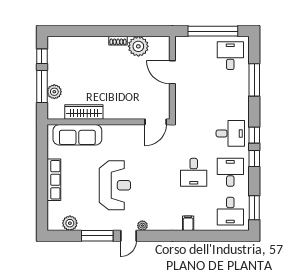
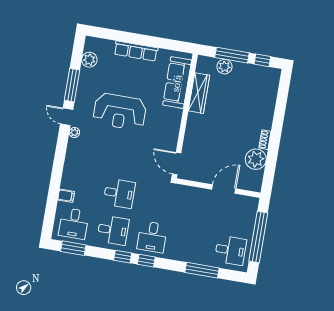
desk: (194, 172) -> (119, 193), turned 180
desk: (230, 211) -> (74, 223), turned -90
filing cabinet: (188, 223) -> (66, 196), moved

